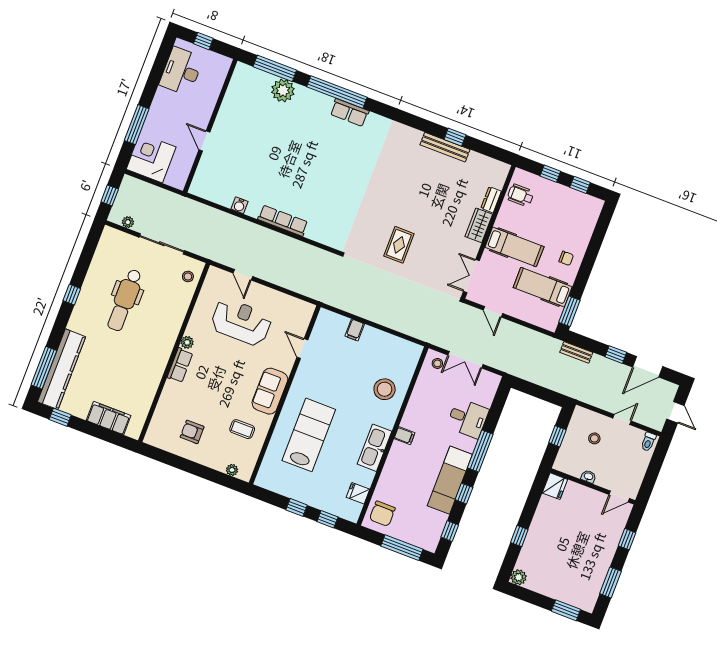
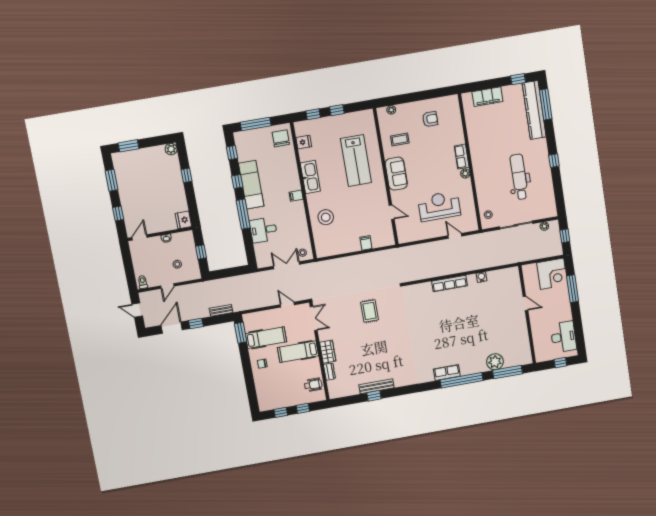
reception desk: (241, 322) -> (439, 206), turned 180

